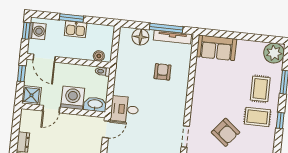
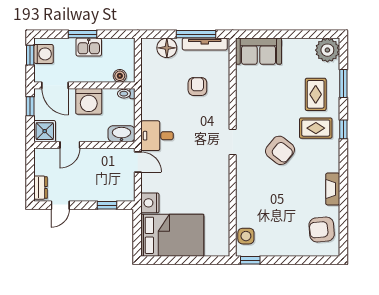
washing machine: (73, 98) -> (89, 101), moved, turned 180
door: (106, 129) -> (138, 162), hinge flipped
doorway: (185, 136) -> (233, 142), moved

